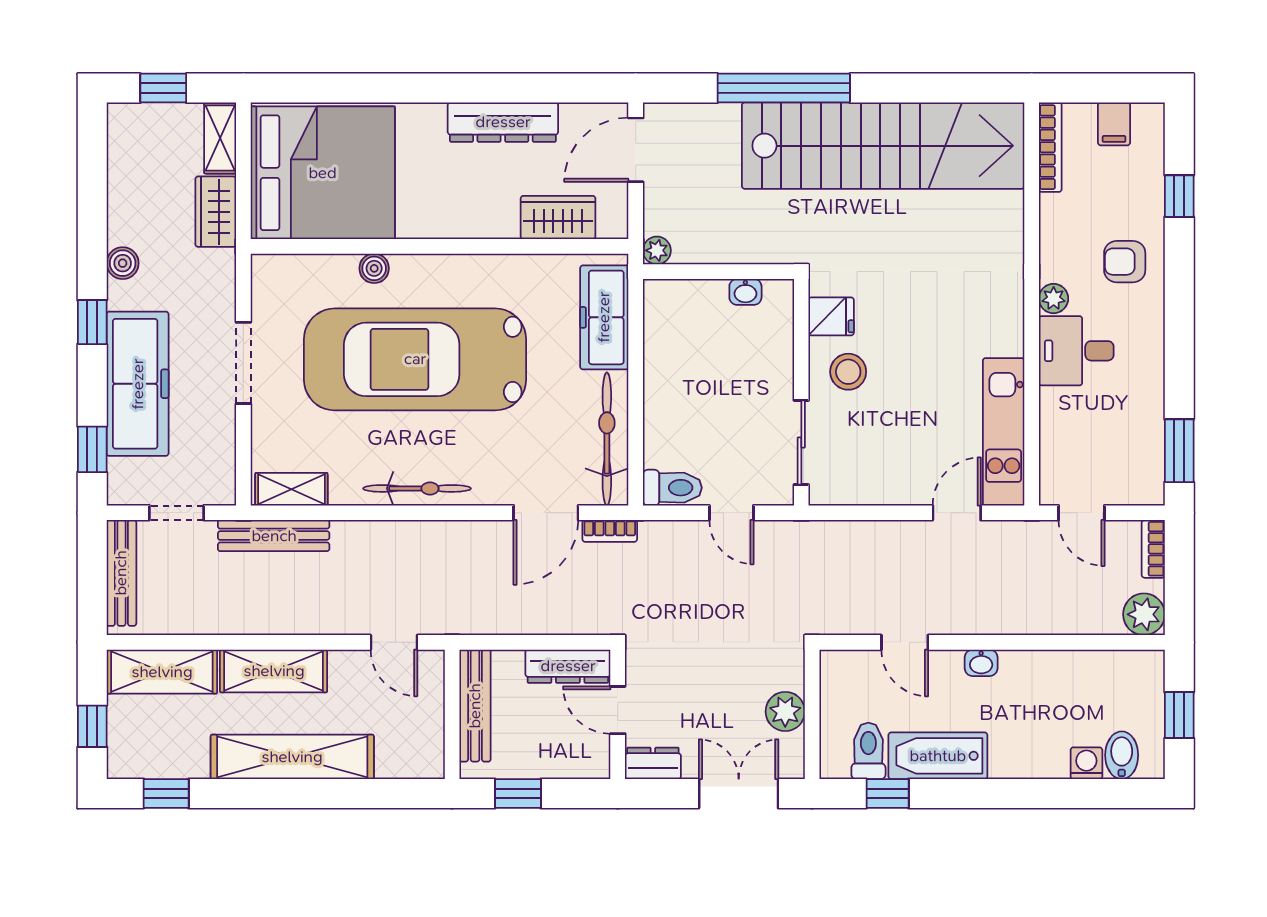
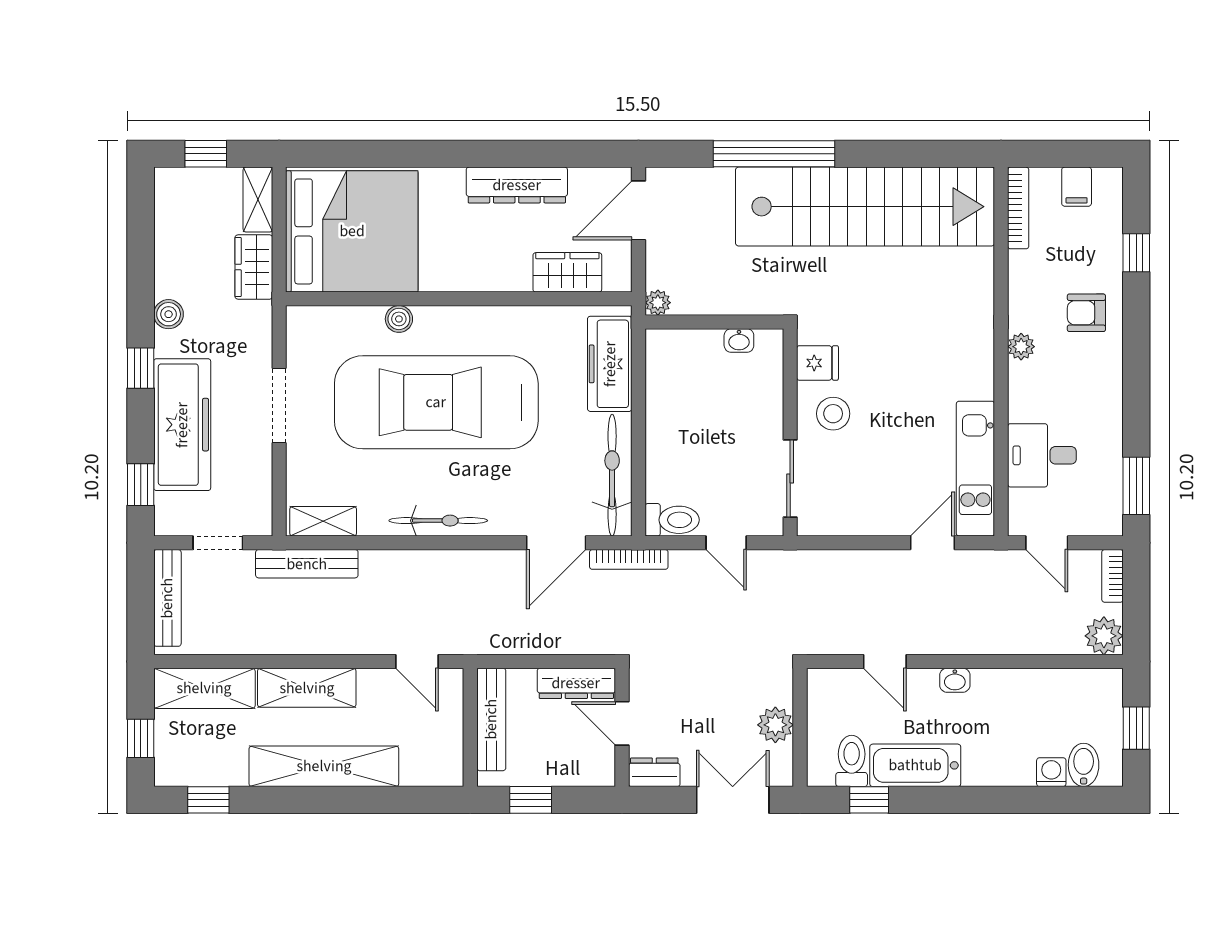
desk: (1076, 351) -> (1042, 455), moved
bookcase: (610, 531) -> (629, 559), width x1.56

